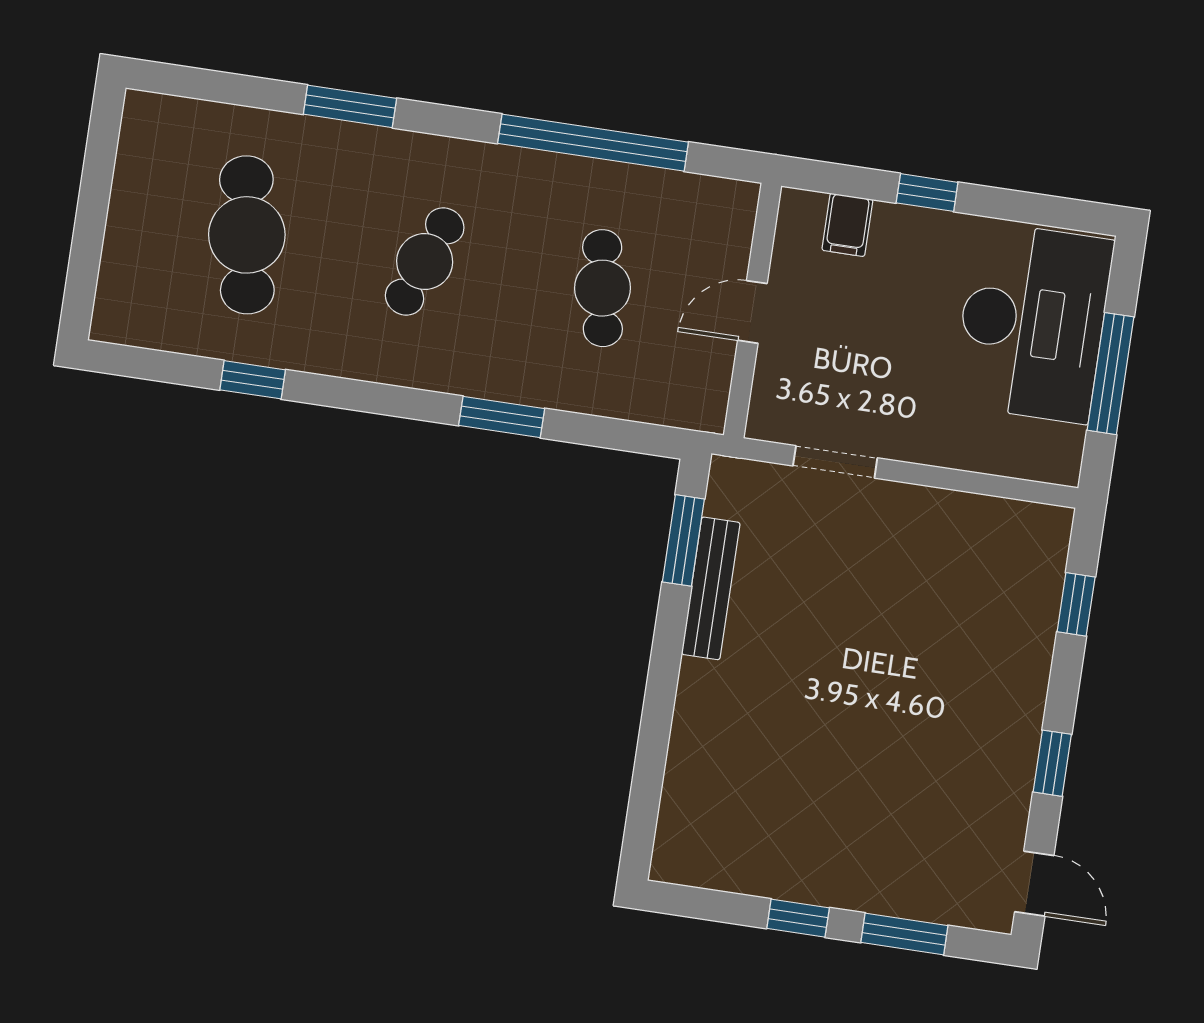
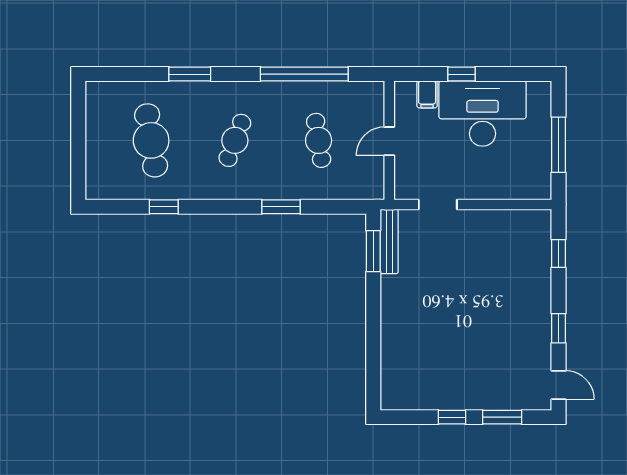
desk: (1032, 322) -> (483, 114), moved, turned -90
bench: (711, 588) -> (389, 241), moved

